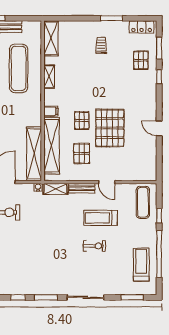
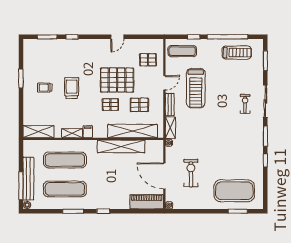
locker: (142, 27) -> (28, 52), removed
pallet: (141, 60) -> (148, 60), moved
trolley: (101, 76) -> (72, 88), added
filing cabinet: (51, 111) -> (88, 132), moved
shelving: (34, 154) -> (121, 146), moved
treadmill: (101, 218) -> (196, 88), width x1.37, depth x1.38
exercise bike: (94, 246) -> (245, 104), moved
treadmill: (141, 265) -> (237, 53), turned 180

